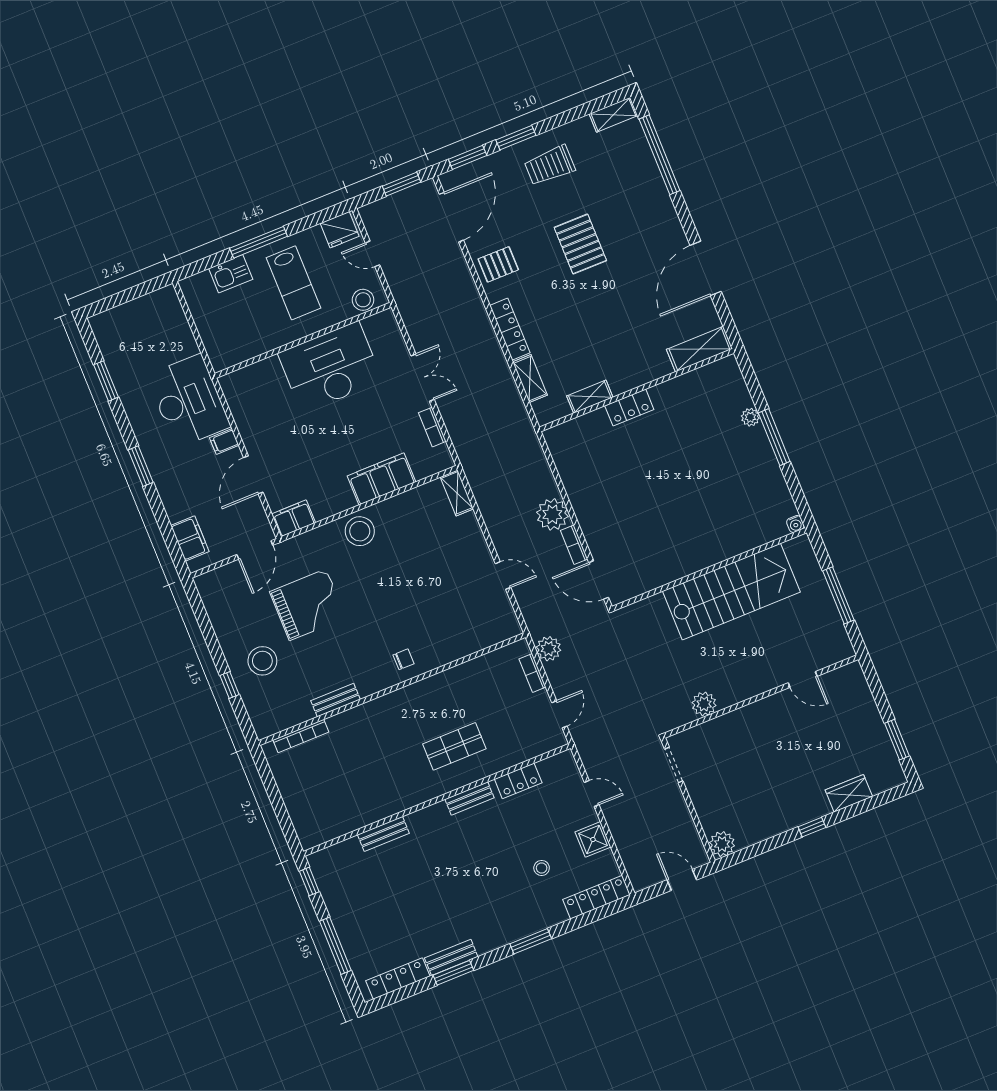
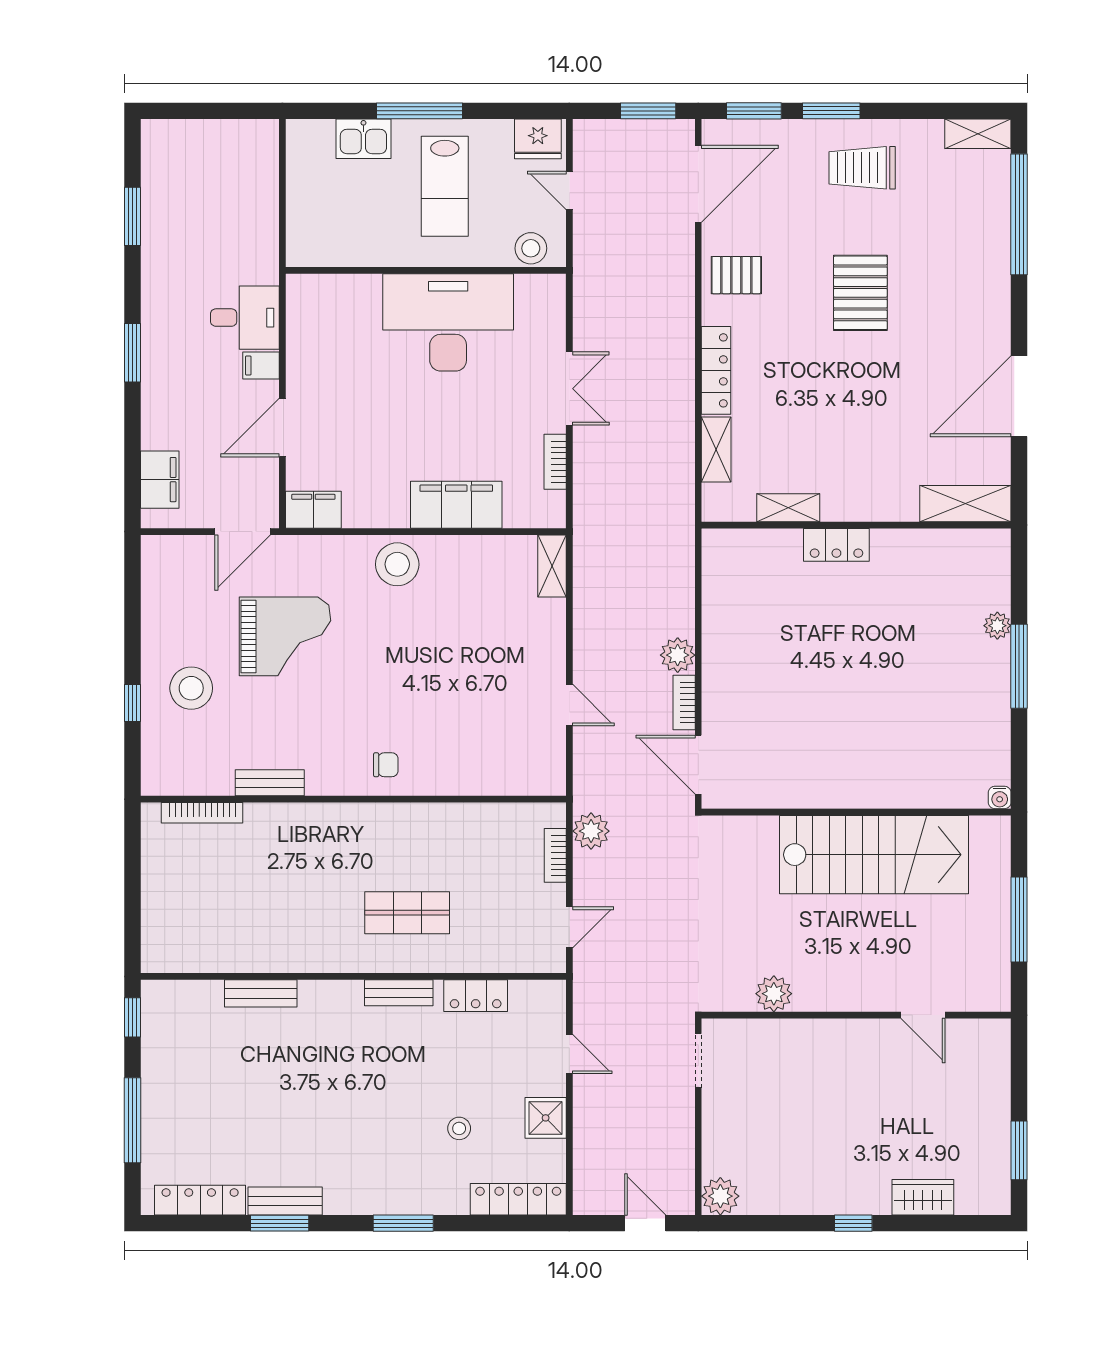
desk: (189, 401) -> (245, 318), width x0.53, depth x0.77
plant: (552, 514) -> (678, 655), width x0.73, depth x0.73

